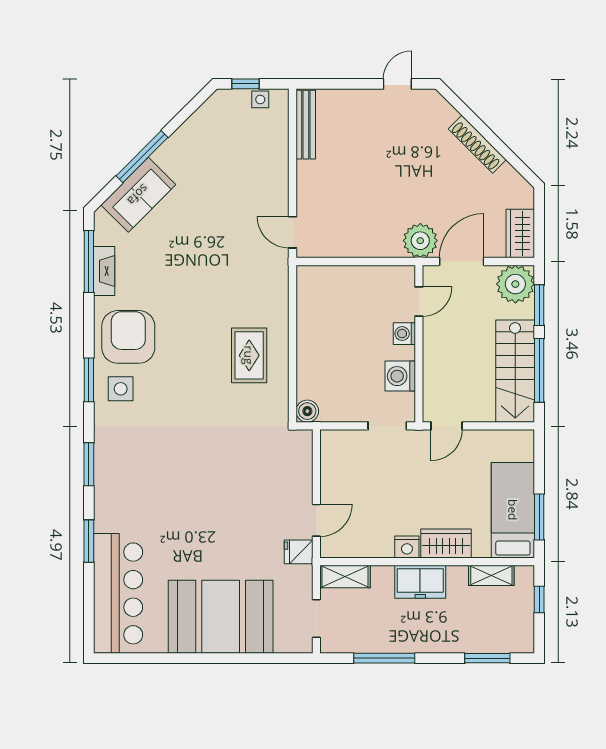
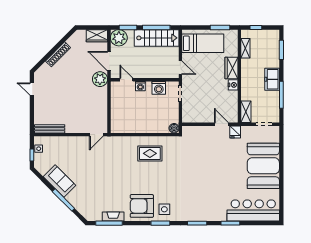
sofa: (138, 195) -> (59, 181), moved
bed: (513, 510) -> (203, 43), moved, turned 180
freezer: (420, 582) -> (272, 79), moved, turned 180

